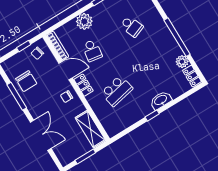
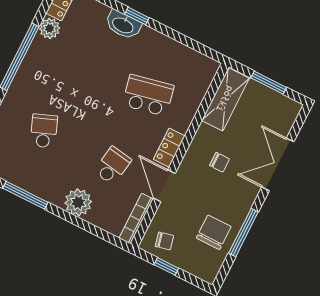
chair: (67, 97) -> (219, 162), moved
window: (152, 115) -> (137, 16), moved

